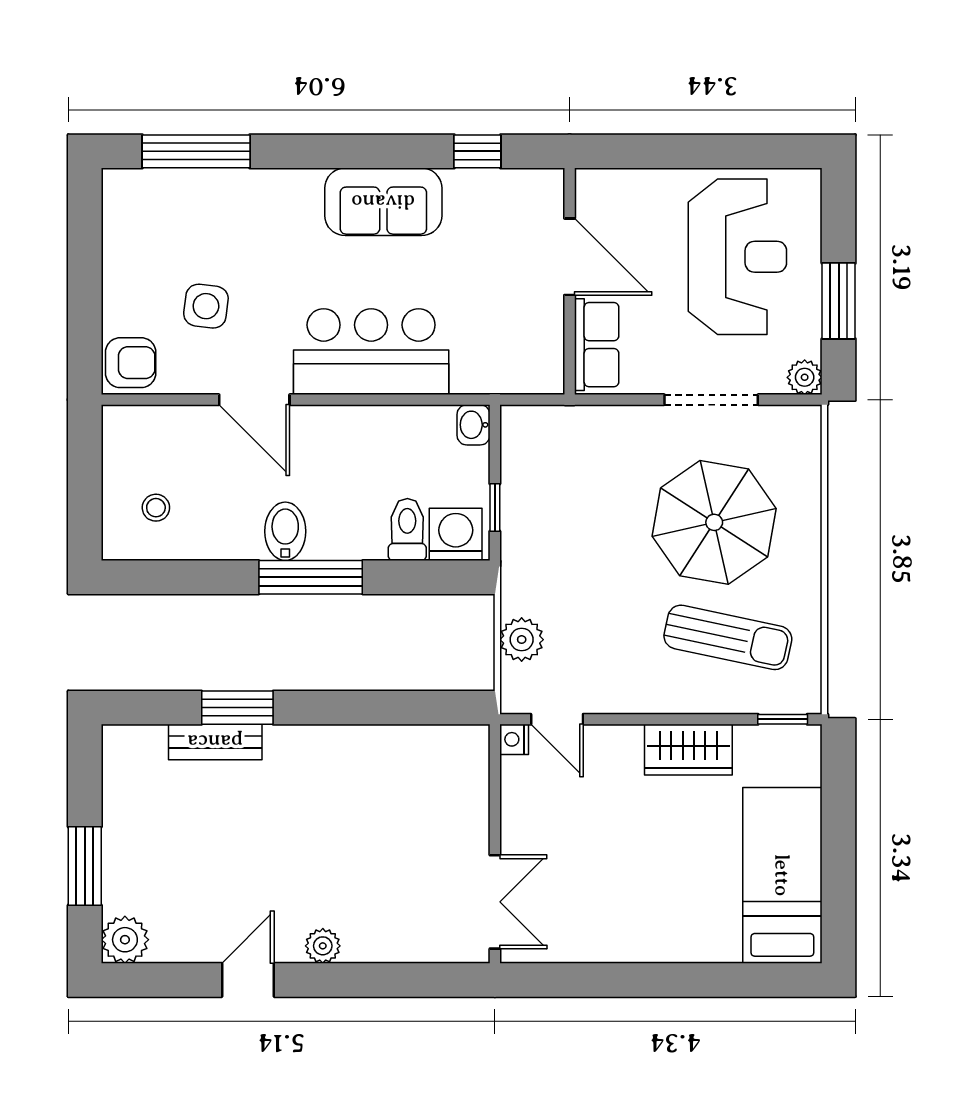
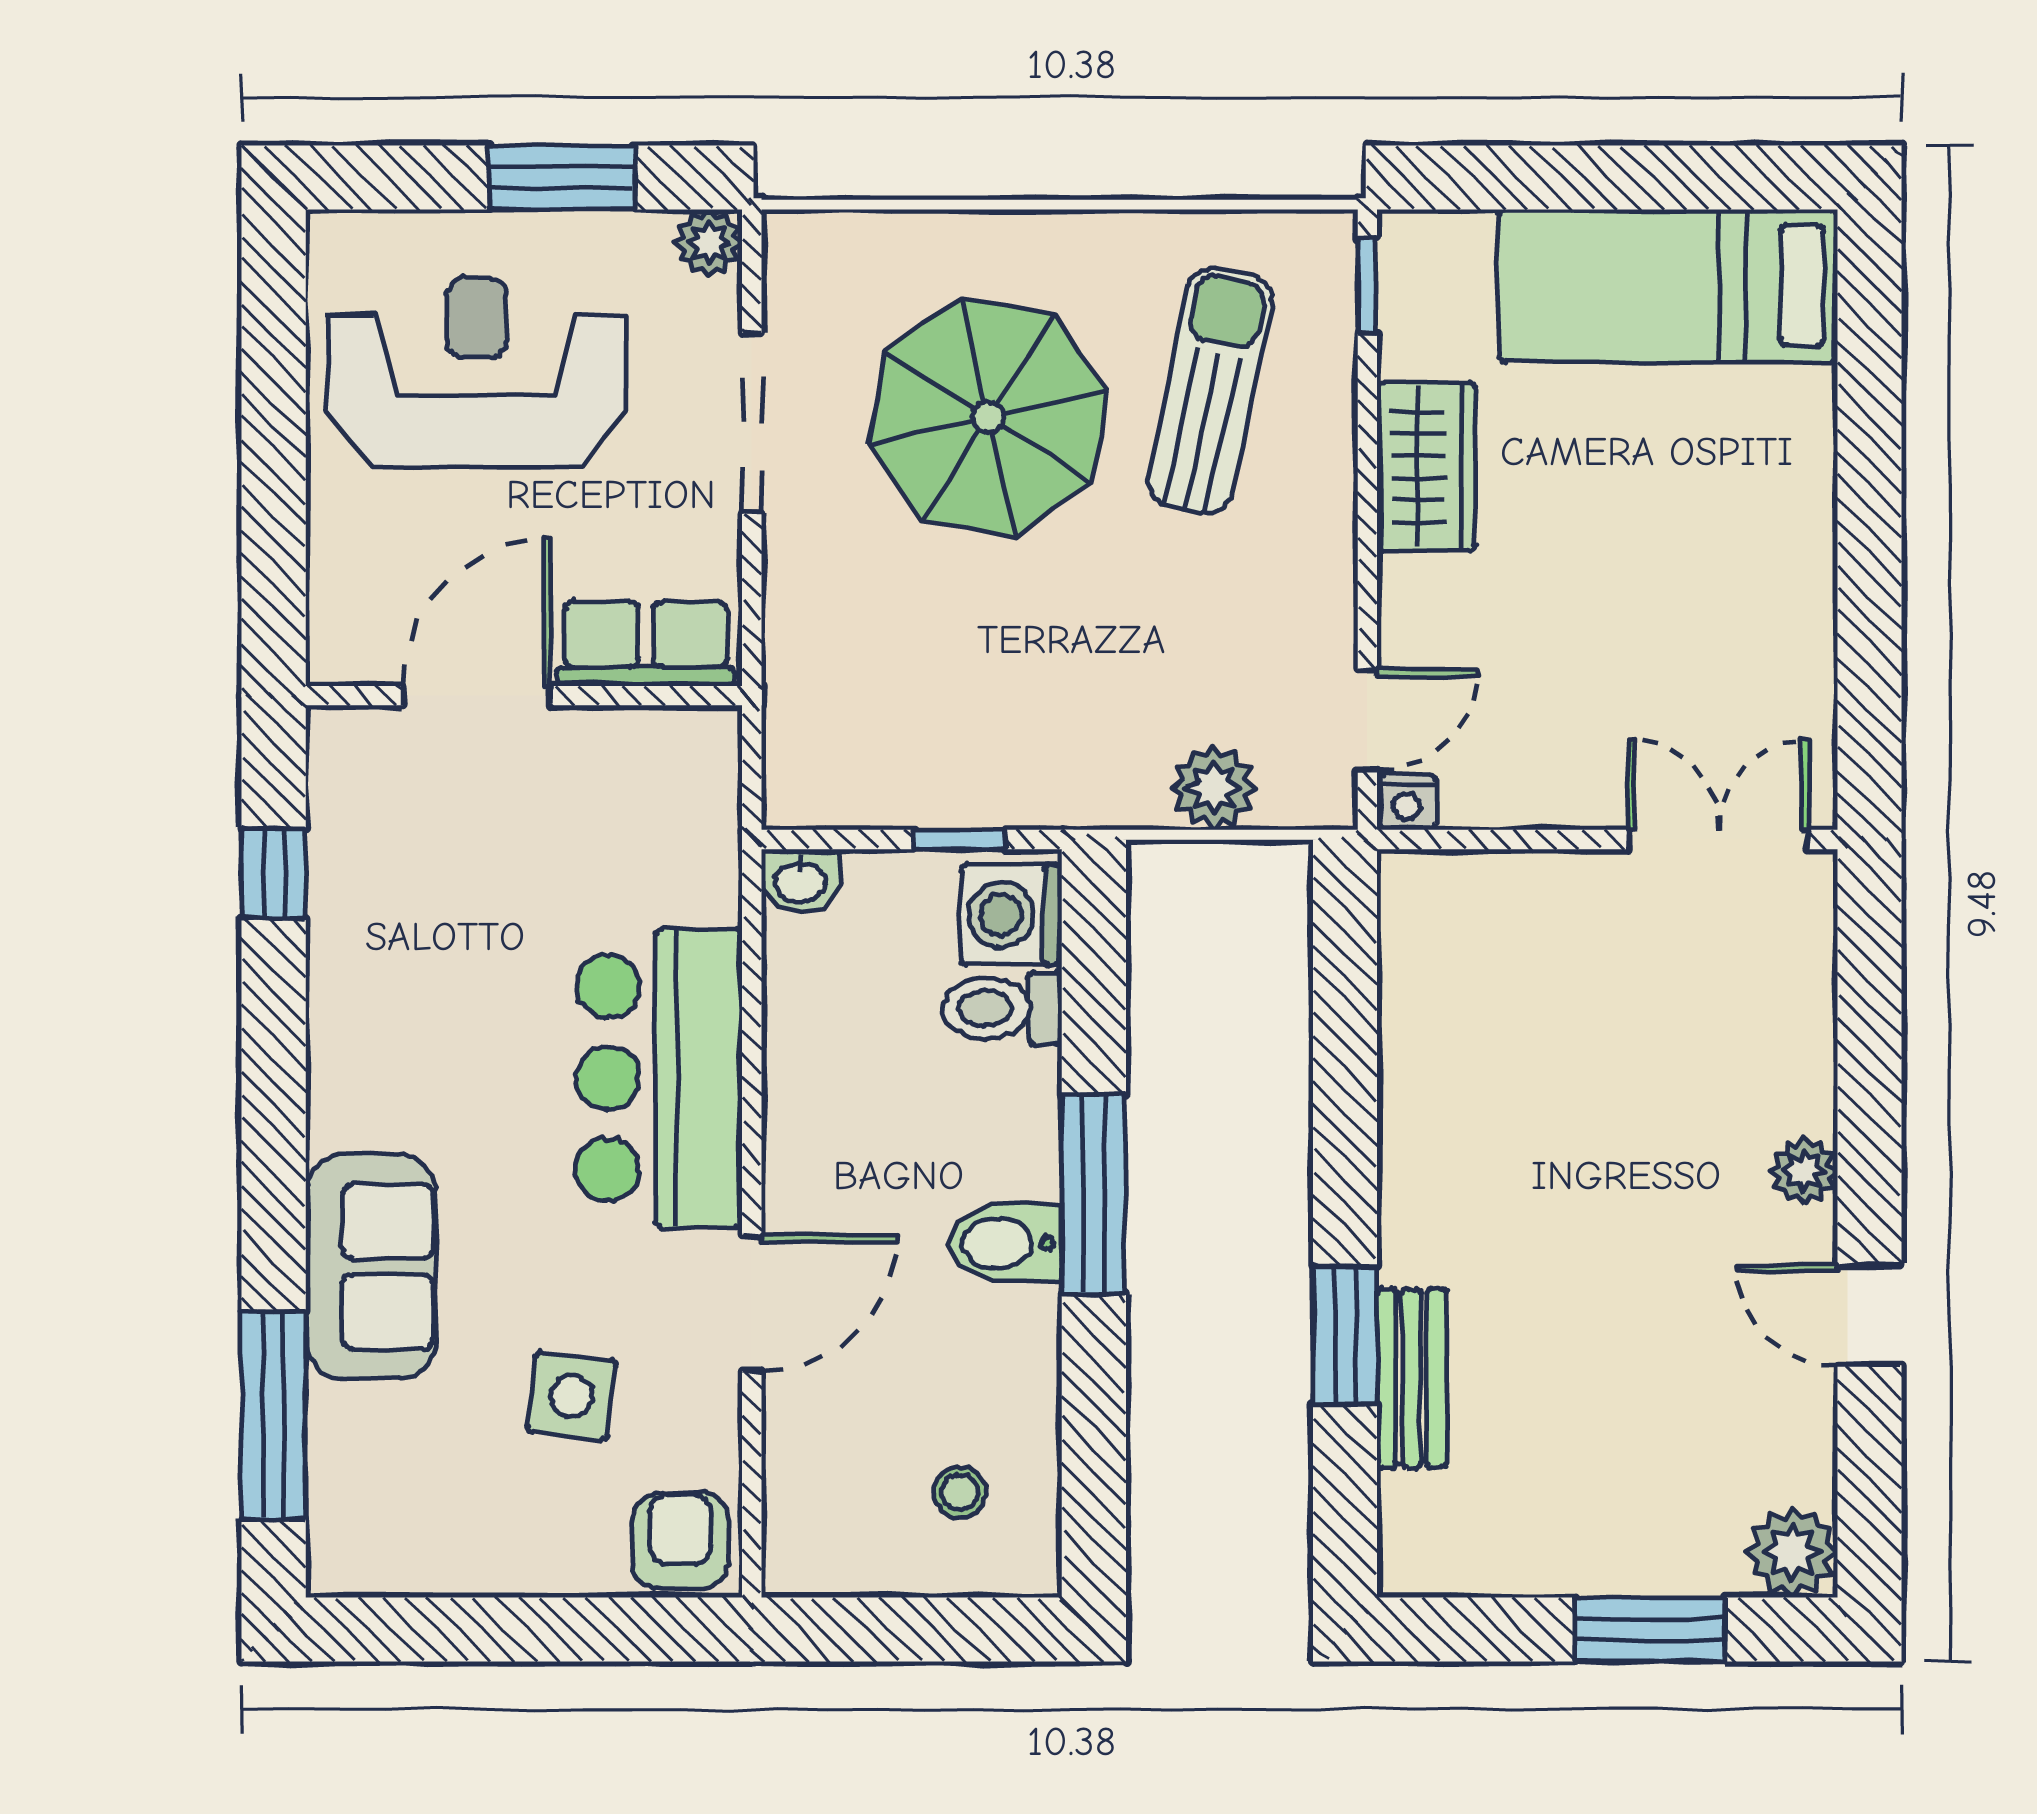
sofa: (383, 202) -> (371, 1267), moved

